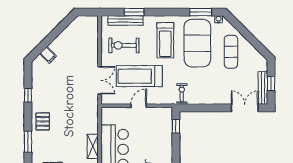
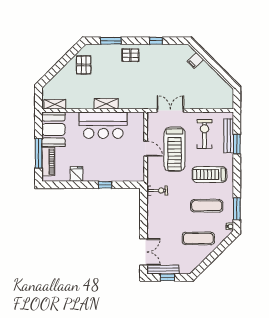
exercise mat: (197, 43) -> (207, 206), width x0.50, depth x0.69
treadmill: (139, 76) -> (175, 149), turned 180
double door: (100, 80) -> (170, 111), swing flipped
window: (176, 126) -> (105, 185), moved

